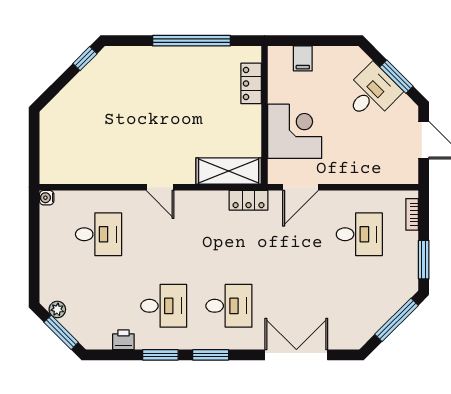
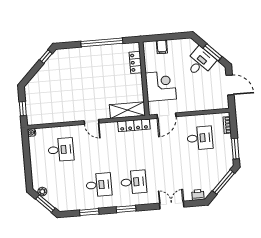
window: (34, 152) -> (23, 109), added
locker: (249, 200) -> (134, 125), width x1.53
printer: (123, 340) -> (198, 195), moved
window: (160, 355) -> (89, 212), moved
double door: (296, 355) -> (172, 205), width x0.73

